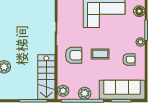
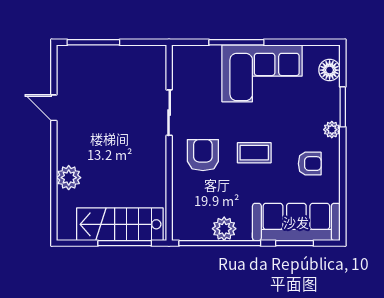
armchair: (74, 55) -> (203, 155), turned -90
stairs: (46, 77) -> (120, 224), moved, turned 90
plant: (63, 91) -> (182, 224), removed

